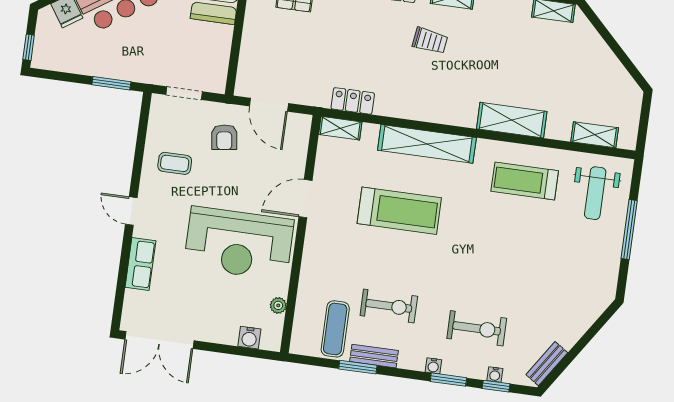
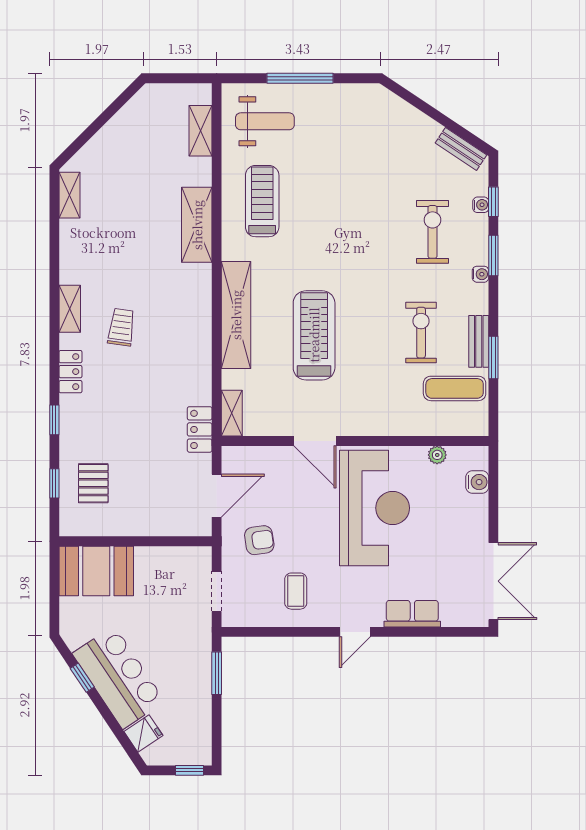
locker: (353, 101) -> (200, 429), moved
treadmill: (525, 181) -> (262, 201), turned 180

